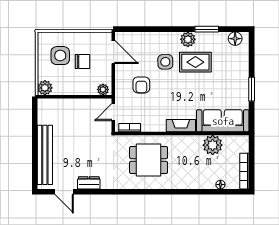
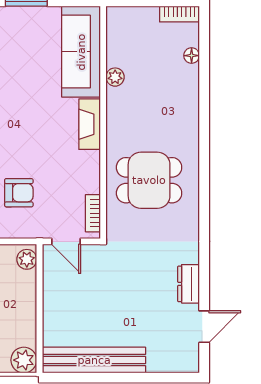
plant: (213, 145) -> (115, 77), width x0.53, depth x0.53
bench: (45, 155) -> (94, 360), moved
dining table: (149, 160) -> (149, 180), turned 90
bookcase: (244, 171) -> (179, 14), width x0.64

